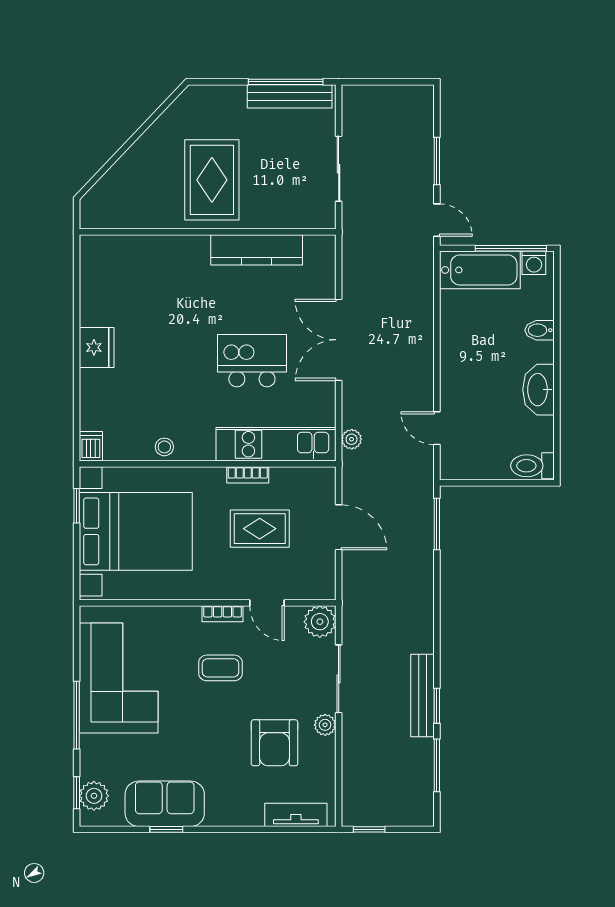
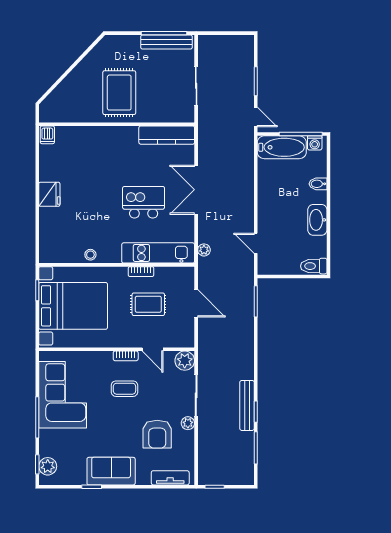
kitchen counter: (257, 250) -> (167, 135), moved
dishwasher: (91, 446) -> (47, 135), moved, turned 180
sofa: (165, 804) -> (111, 471), moved

